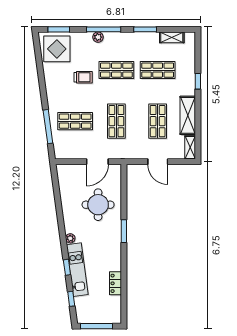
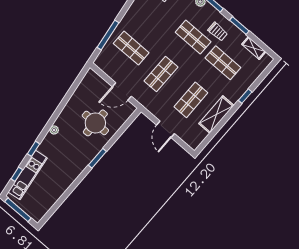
trolley: (83, 77) -> (218, 32), moved
shelving: (190, 147) -> (198, 139), removed
kitchen unit: (77, 270) -> (28, 175), moved
locker: (115, 283) -> (59, 191), removed

